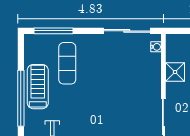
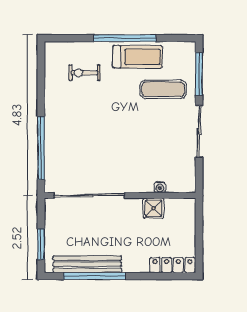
sliding door: (127, 31) -> (199, 131), moved
water cooler: (156, 47) -> (160, 187), moved

